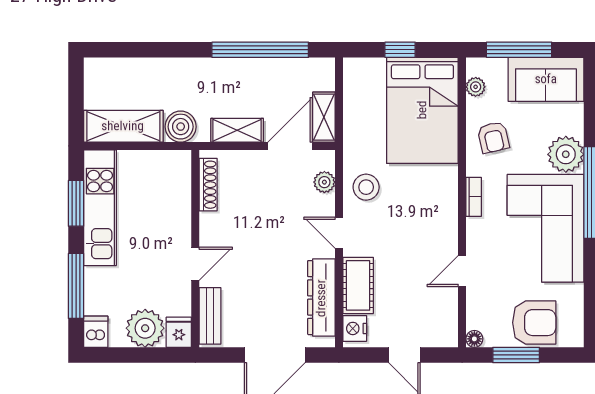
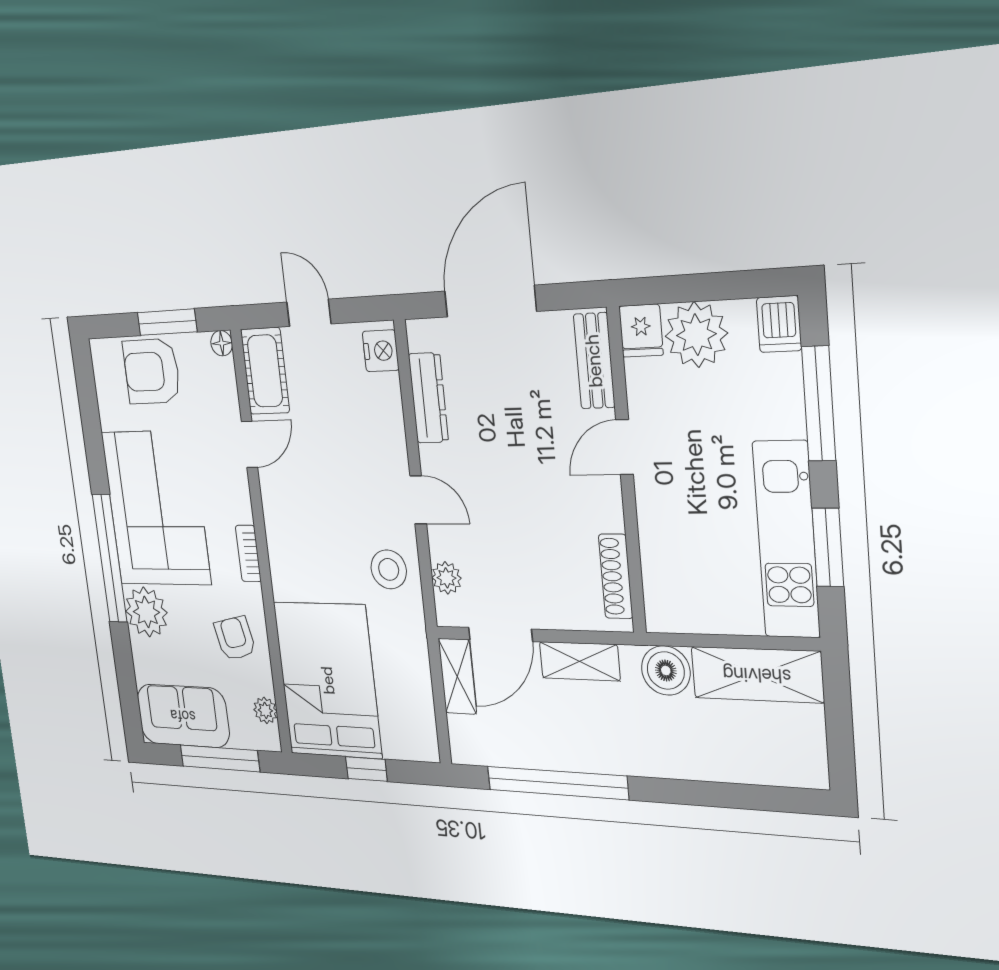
cot: (358, 285) -> (265, 371), moved
dresser: (321, 298) -> (428, 398), width x0.73, depth x0.80

